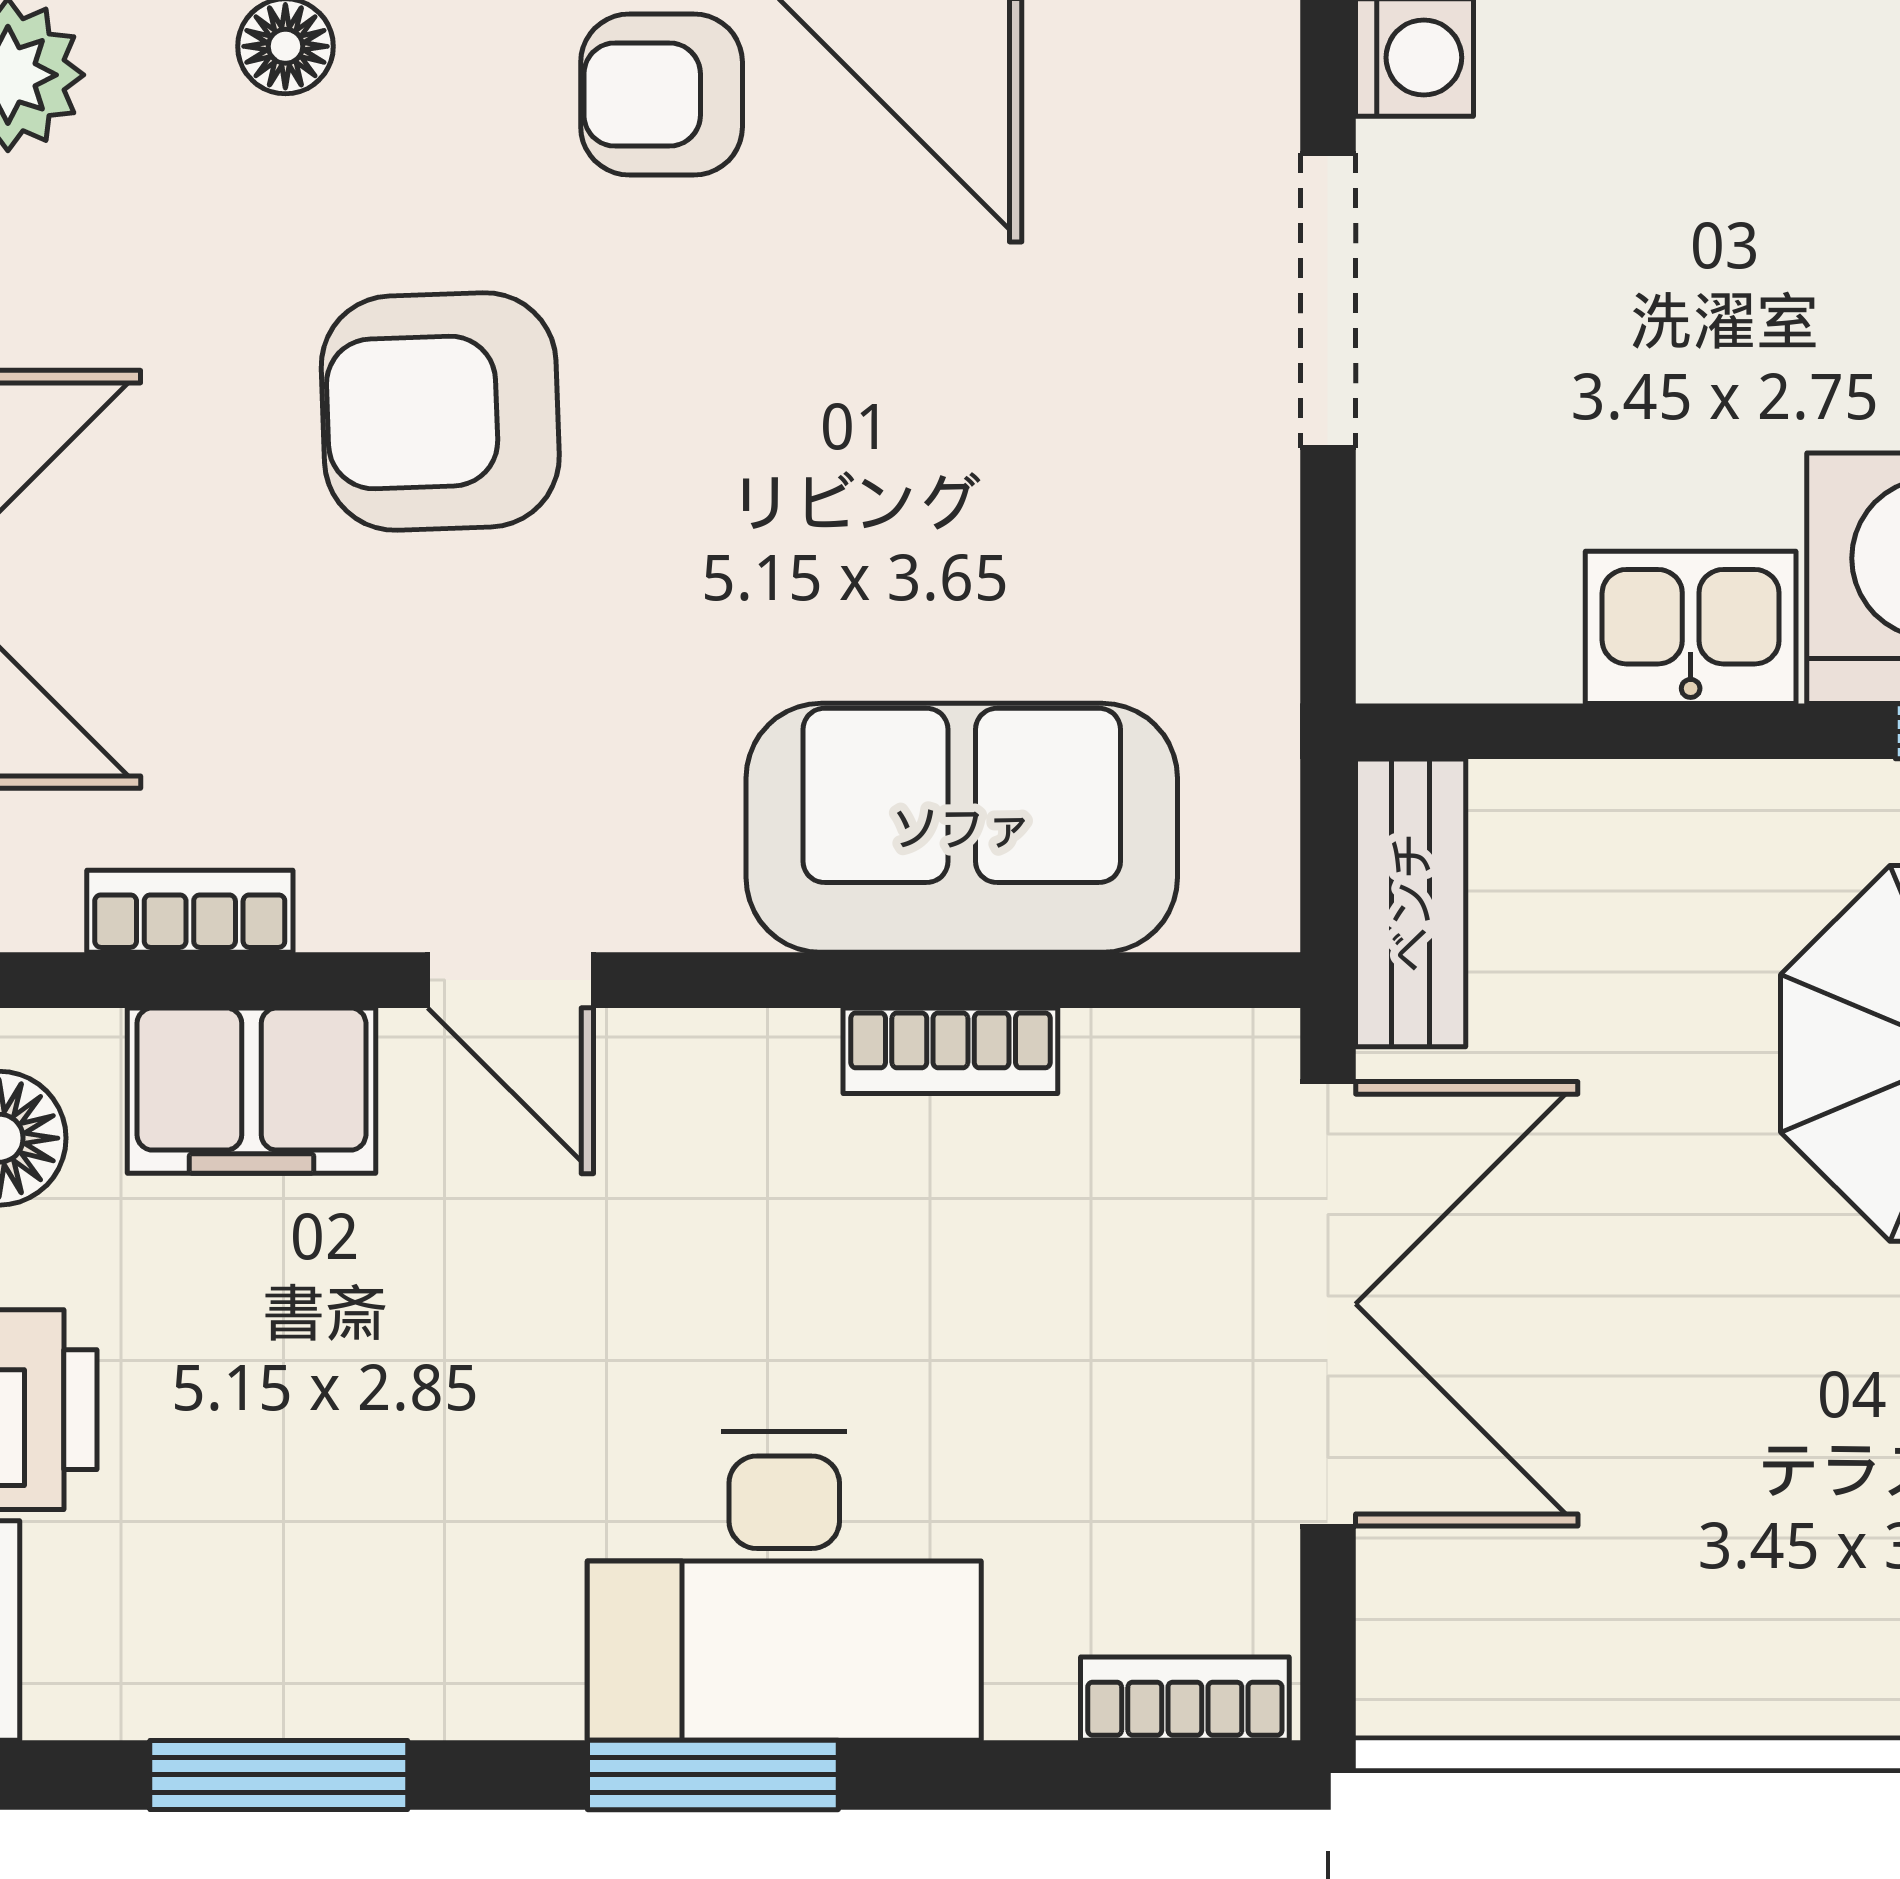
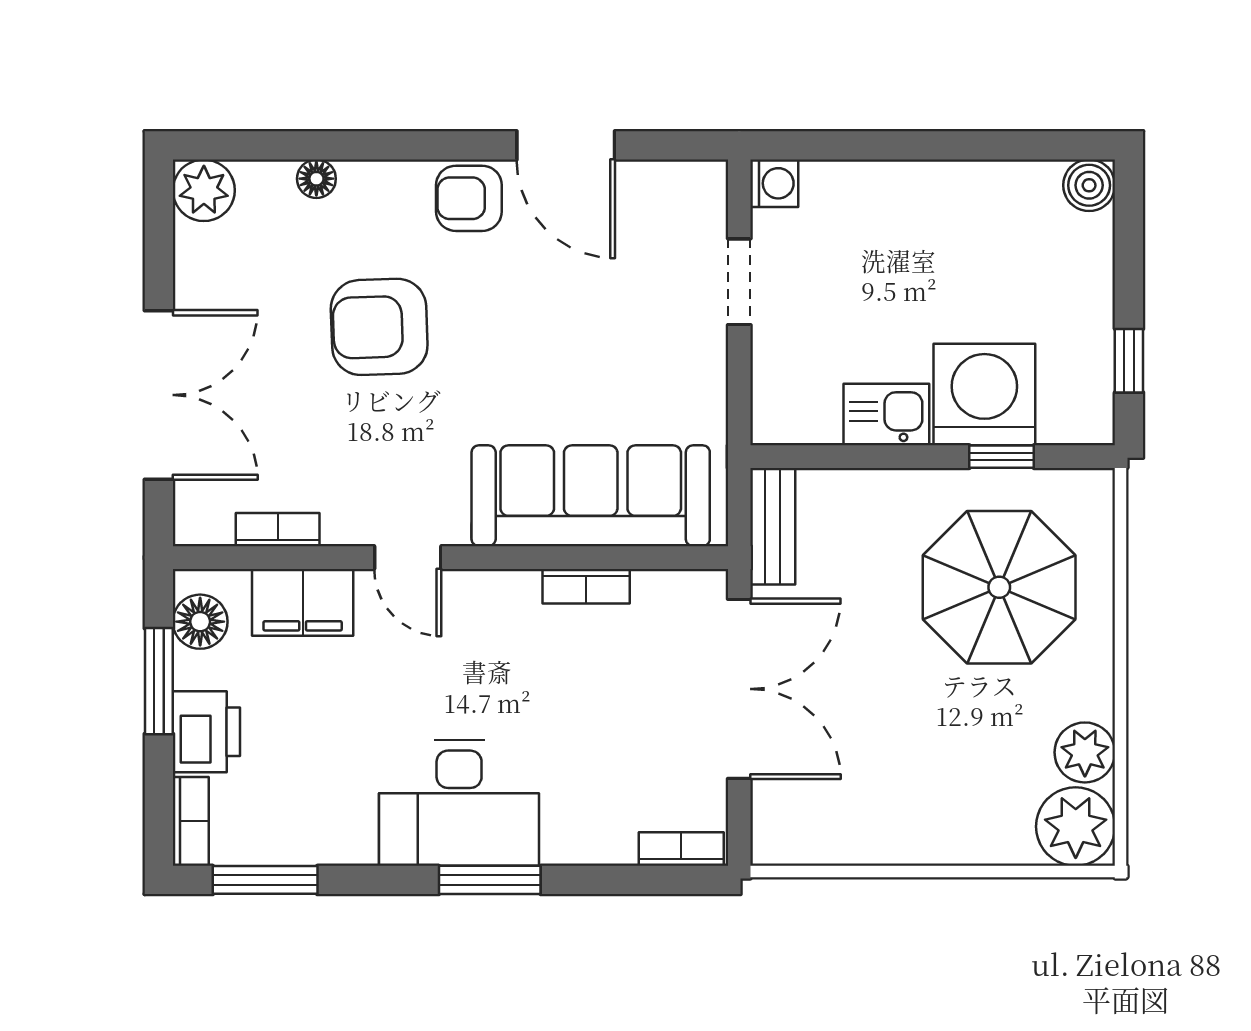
doorway: (1328, 301) -> (739, 282), width x0.73
sofa: (962, 828) -> (591, 496), width x1.36
desk: (784, 1586) -> (459, 803), moved
window: (279, 1775) -> (265, 880), moved

